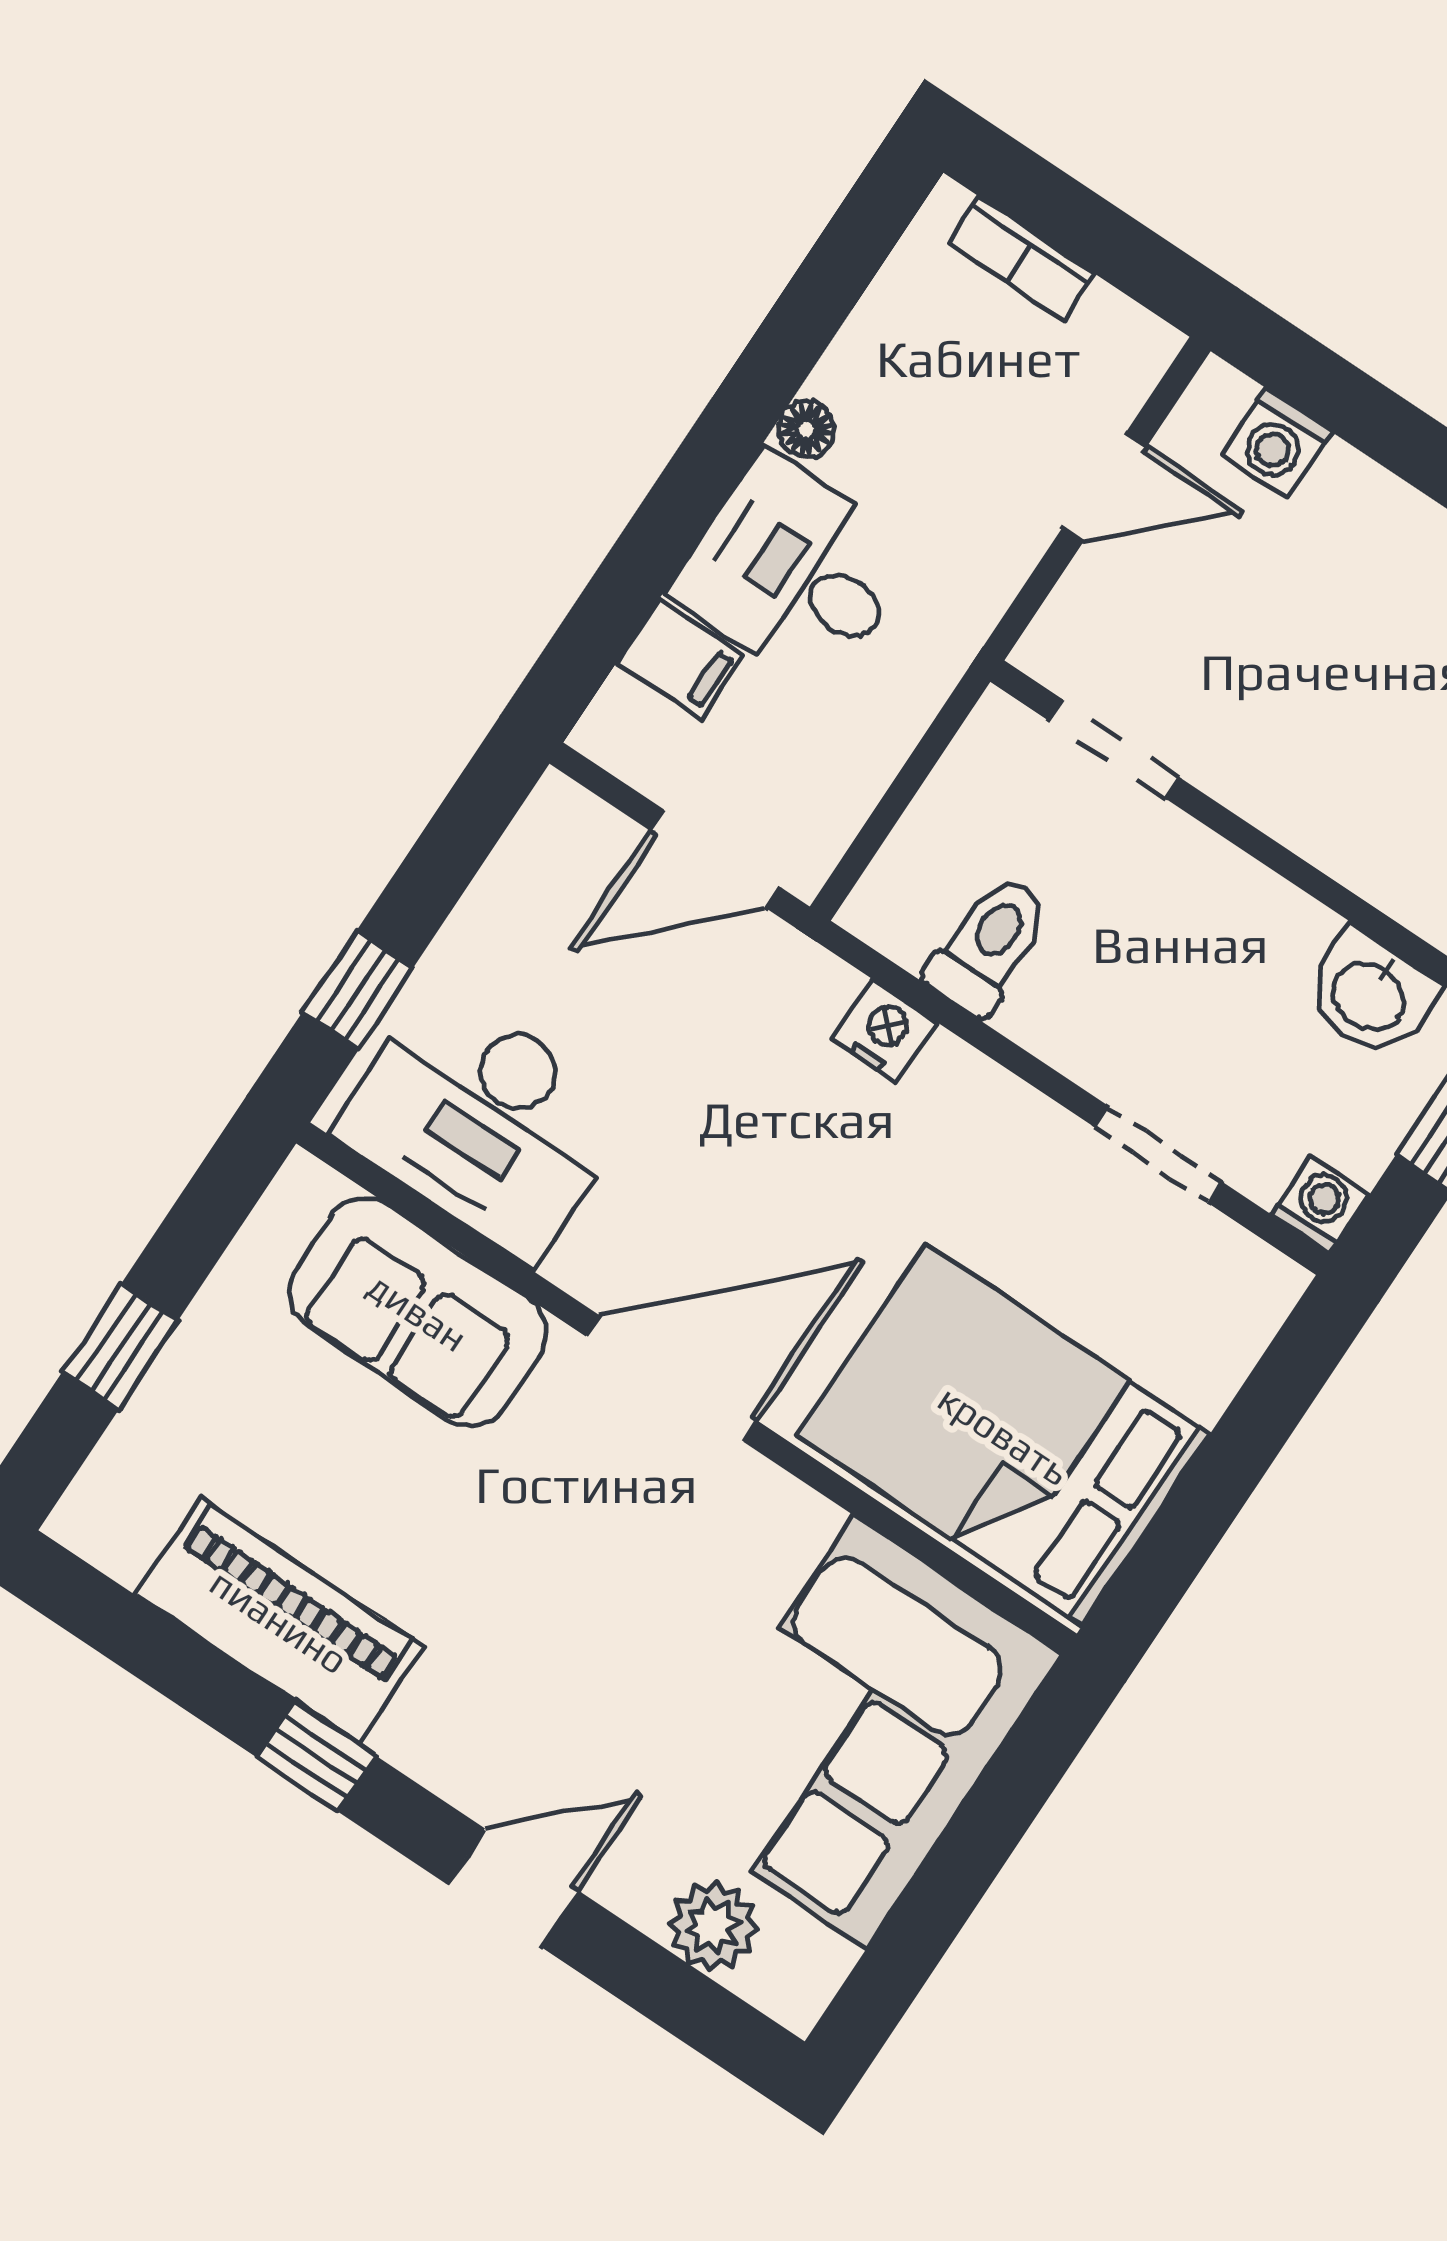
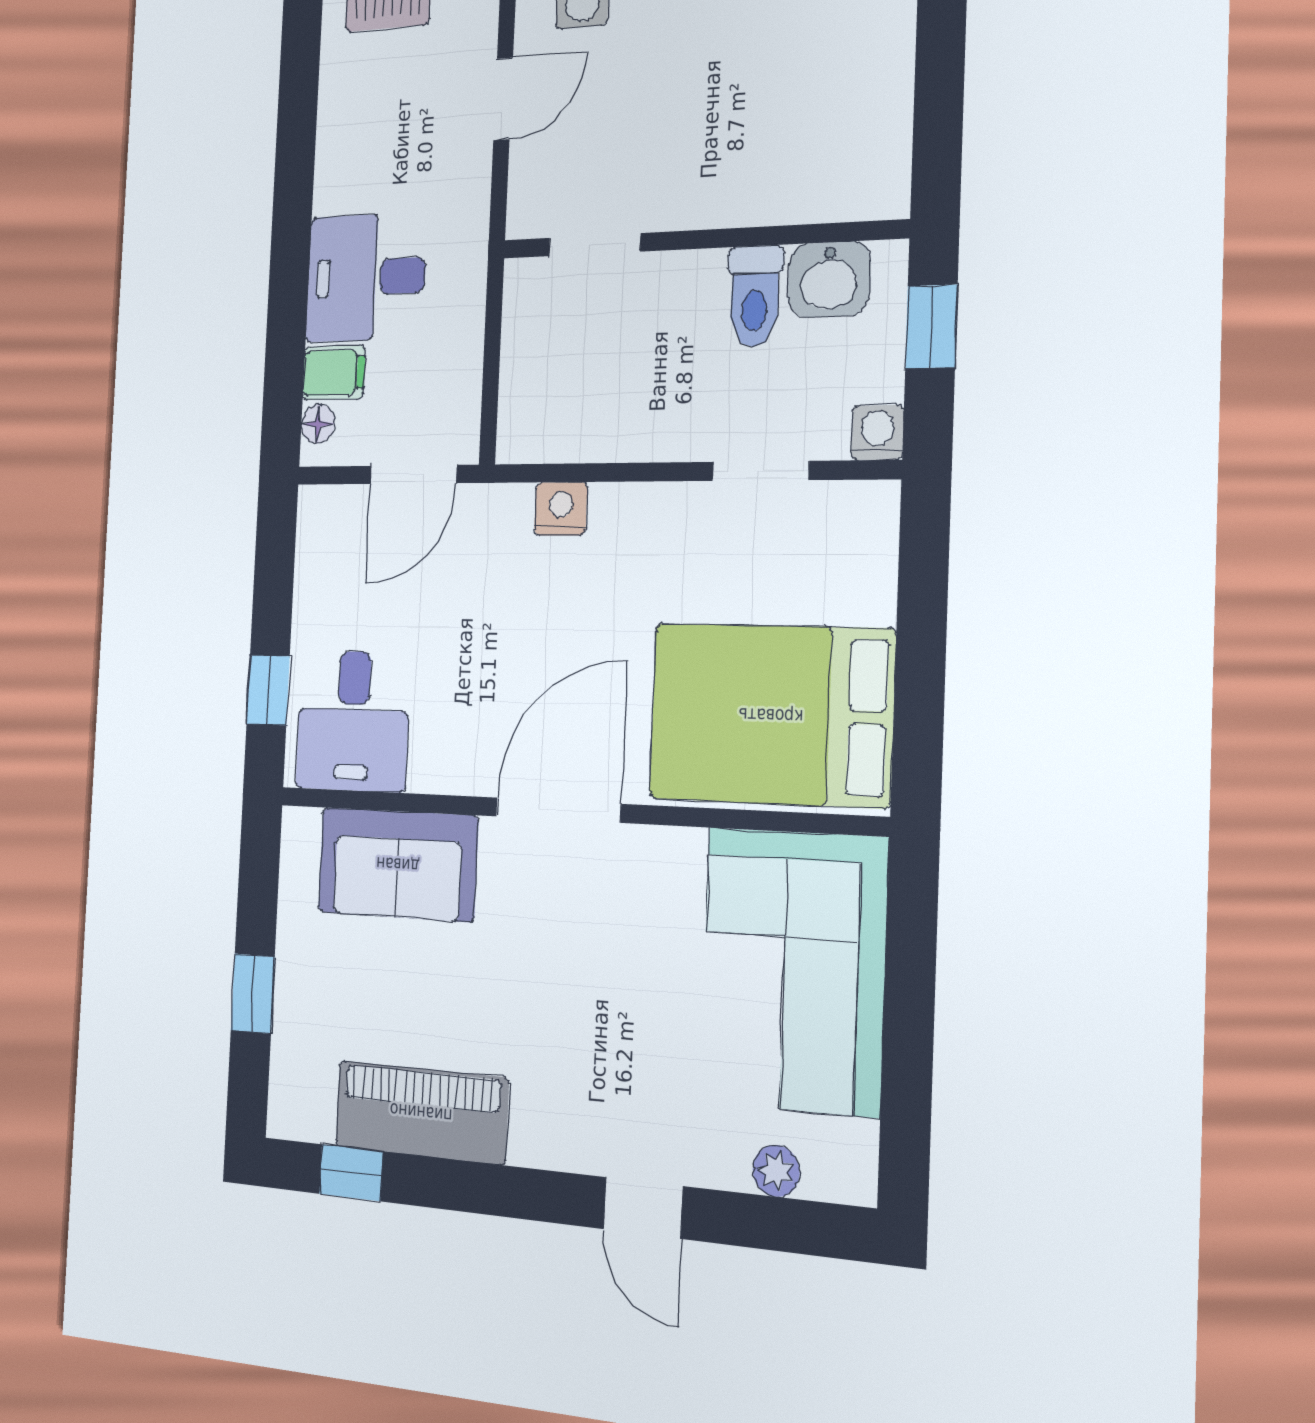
floor lamp: (806, 429) -> (318, 424), moved
toilet: (988, 945) -> (755, 296), moved, turned 180
desk: (484, 1122) -> (353, 721), width x0.73
window: (316, 1757) -> (351, 1173), moved
door: (513, 1888) -> (643, 1208), swing flipped
plant: (713, 1926) -> (776, 1171), width x0.73, depth x0.73

